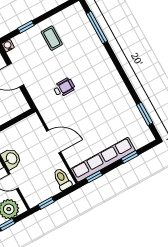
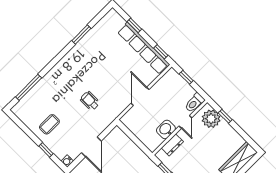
window: (145, 114) -> (81, 34), moved
toilet: (62, 179) -> (195, 103), moved
window: (46, 203) -> (186, 77), moved

